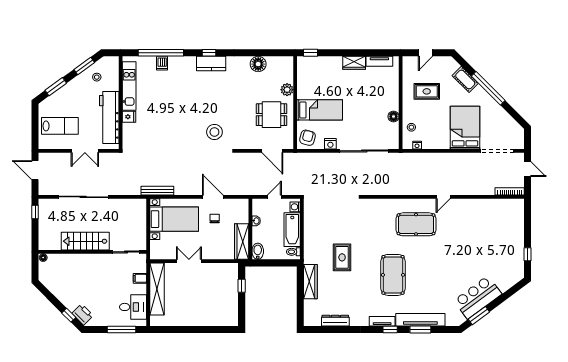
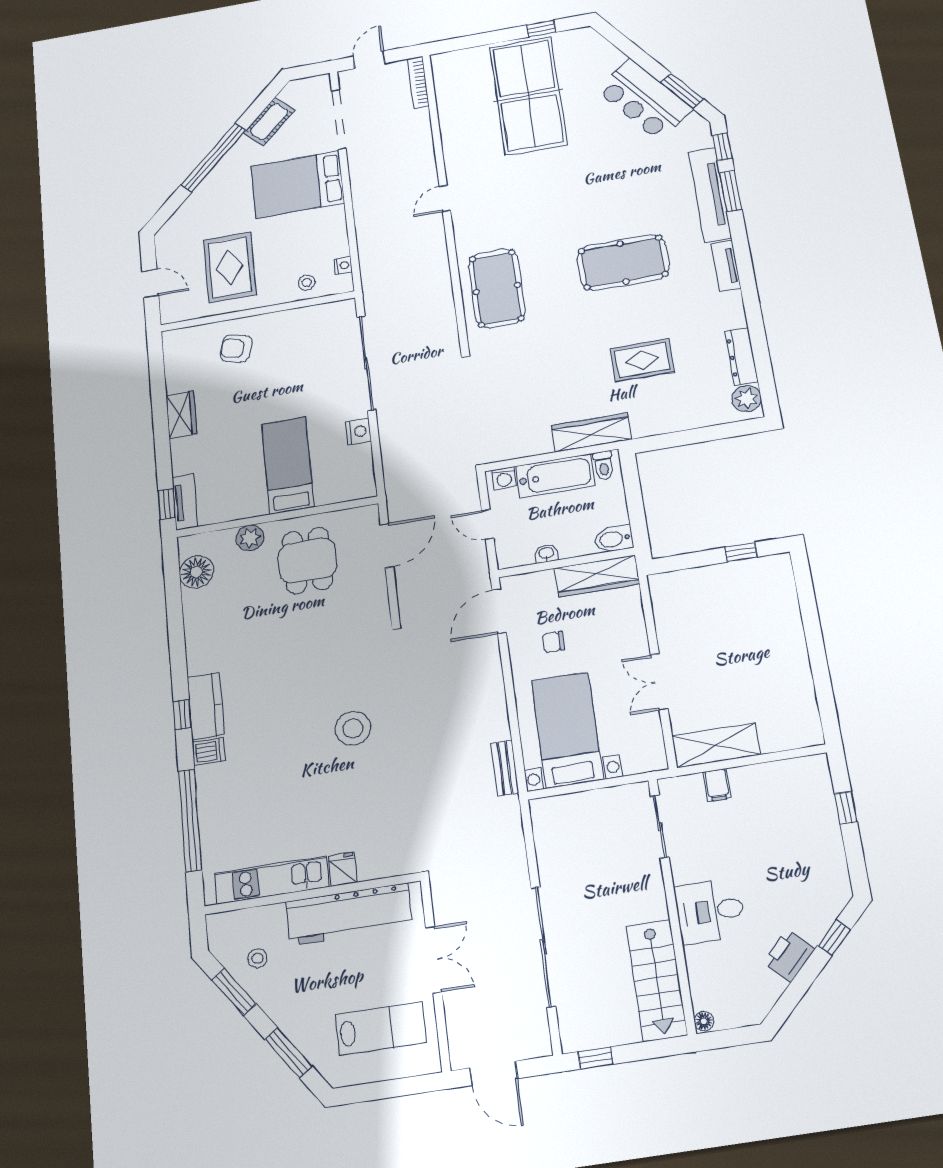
tv unit: (379, 61) -> (185, 502), moved
dishwasher: (162, 63) -> (208, 751), moved
floor lamp: (258, 64) -> (196, 572), moved
cot: (465, 79) -> (269, 122), moved
rug: (427, 91) -> (230, 267), width x1.36, depth x1.43
floor lamp: (394, 116) -> (288, 320), removed
lab bench: (60, 126) -> (381, 1029), turned 90
stool: (214, 132) -> (353, 728), moved
armchair: (308, 138) -> (236, 348), moved
door: (35, 170) -> (494, 1073), hinge flipped
bench: (157, 191) -> (505, 768), width x0.73
door: (213, 197) -> (499, 611), moved
door: (443, 197) -> (445, 199), swing flipped
pool table: (416, 224) -> (497, 288), moved
stairs: (85, 241) -> (657, 980), moved
table tennis table: (491, 243) -> (528, 96), added
rug: (342, 257) -> (642, 360), moved
wardrobe: (310, 282) -> (591, 432), moved
window: (242, 286) -> (741, 552), moved
shelving: (157, 289) -> (716, 745), width x0.68
desk: (133, 307) -> (710, 911), moved, turned -90
printer: (83, 314) -> (789, 956), moved
plant: (314, 319) -> (747, 399), added
window: (121, 329) -> (846, 808), width x0.46
window: (390, 329) -> (722, 147), moved

